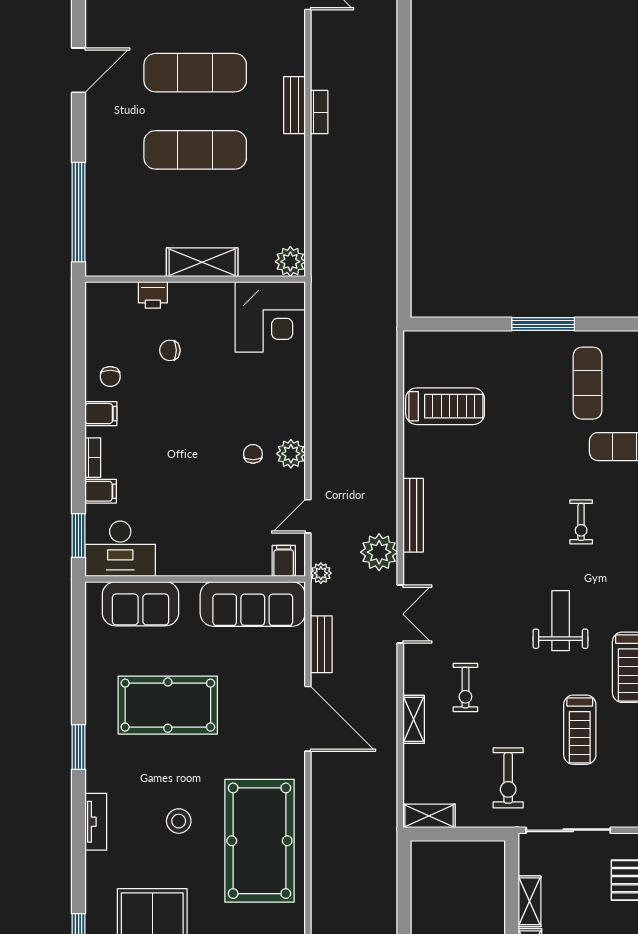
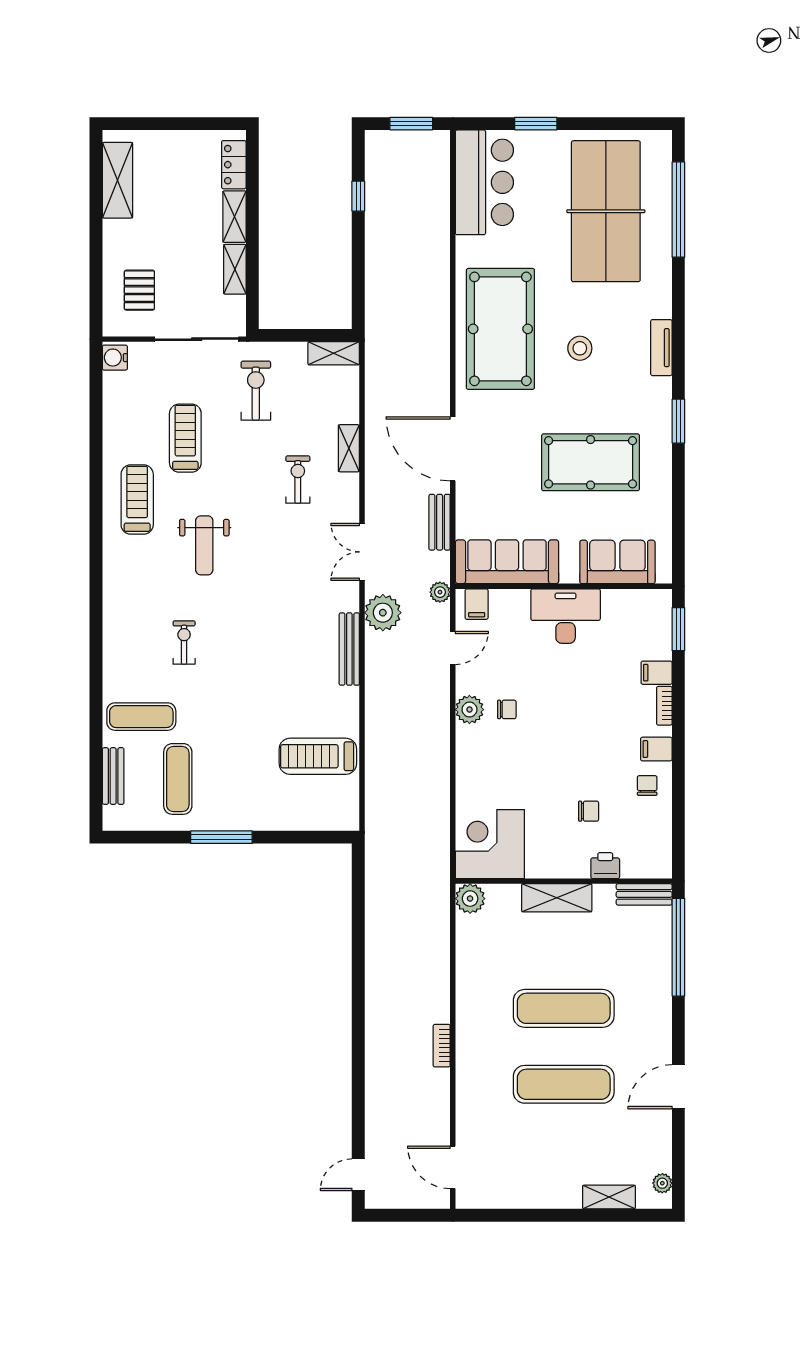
bench: (295, 105) -> (644, 894), moved, turned 90
chair: (253, 454) -> (507, 709), turned -90
desk: (120, 549) -> (566, 616), moved

